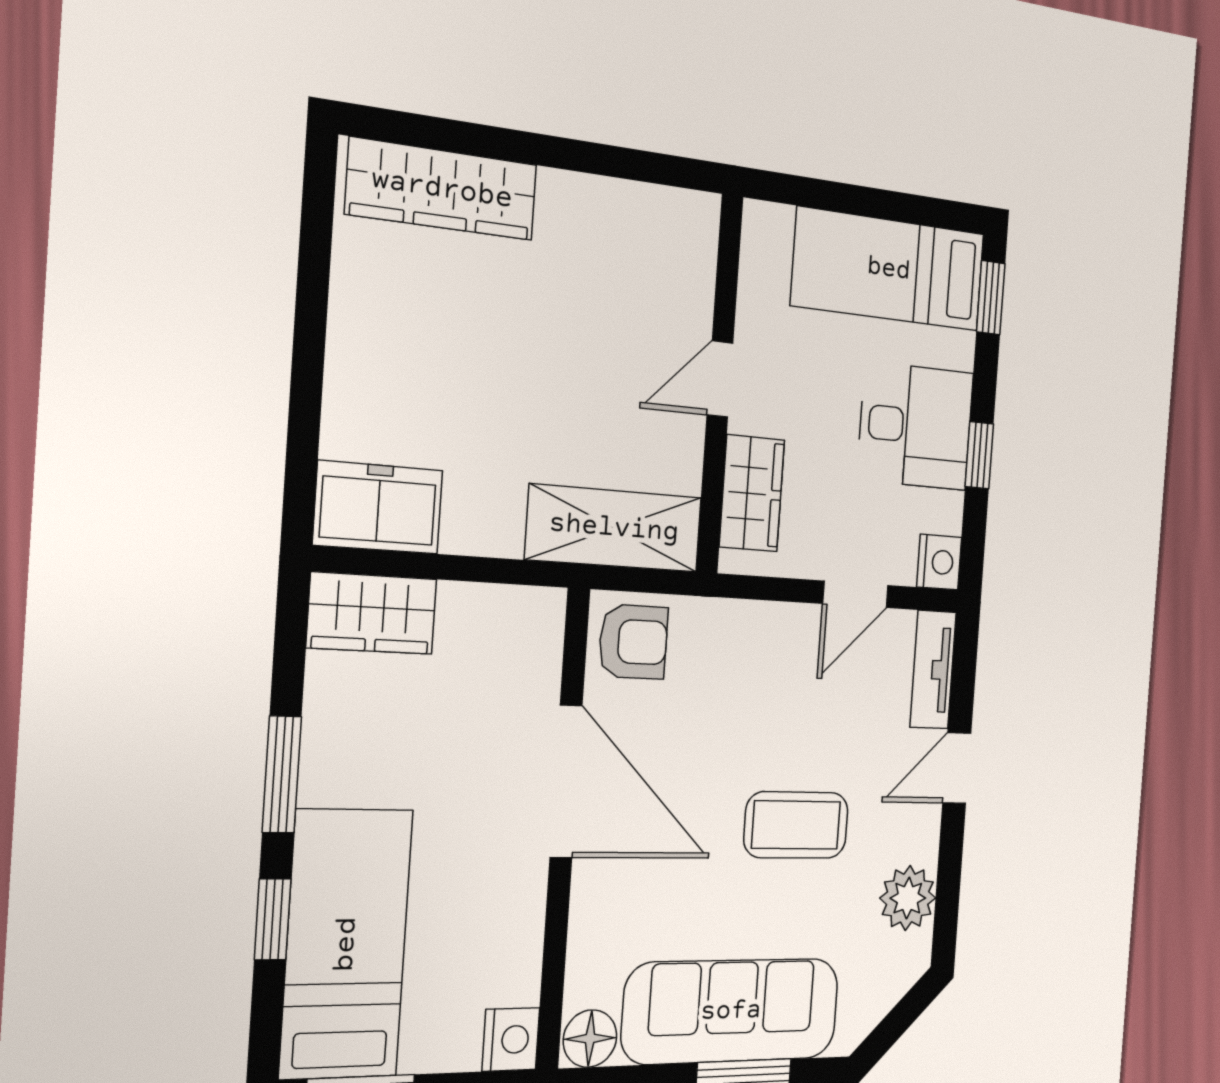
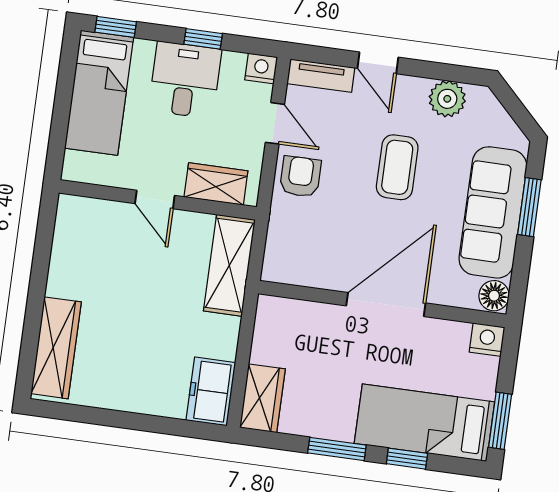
armchair: (633, 642) -> (300, 177), moved
door: (566, 781) -> (386, 304), moved

